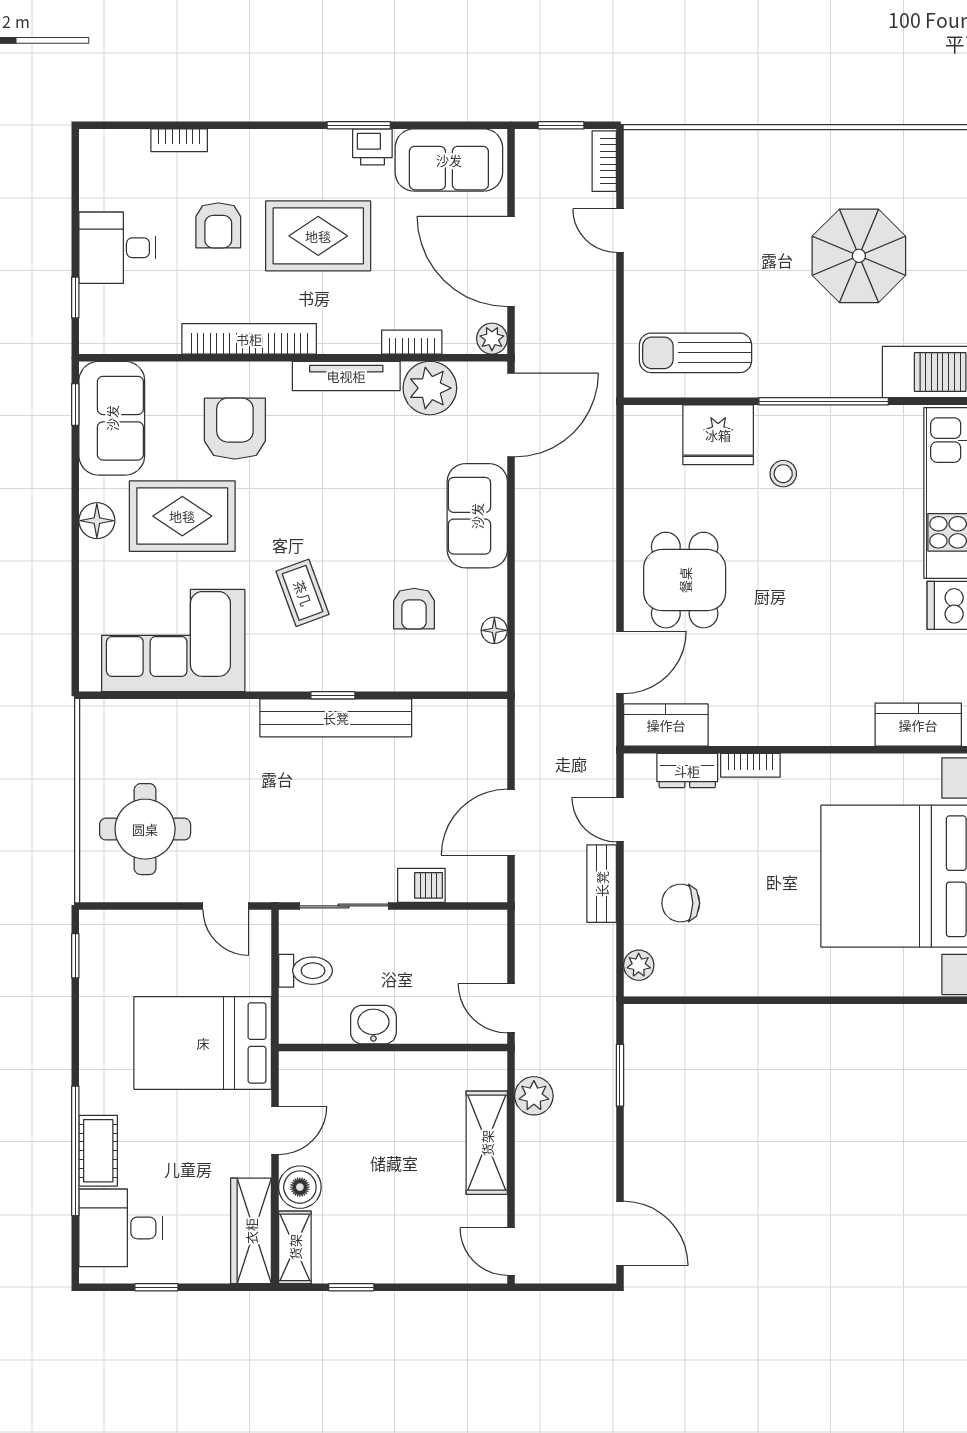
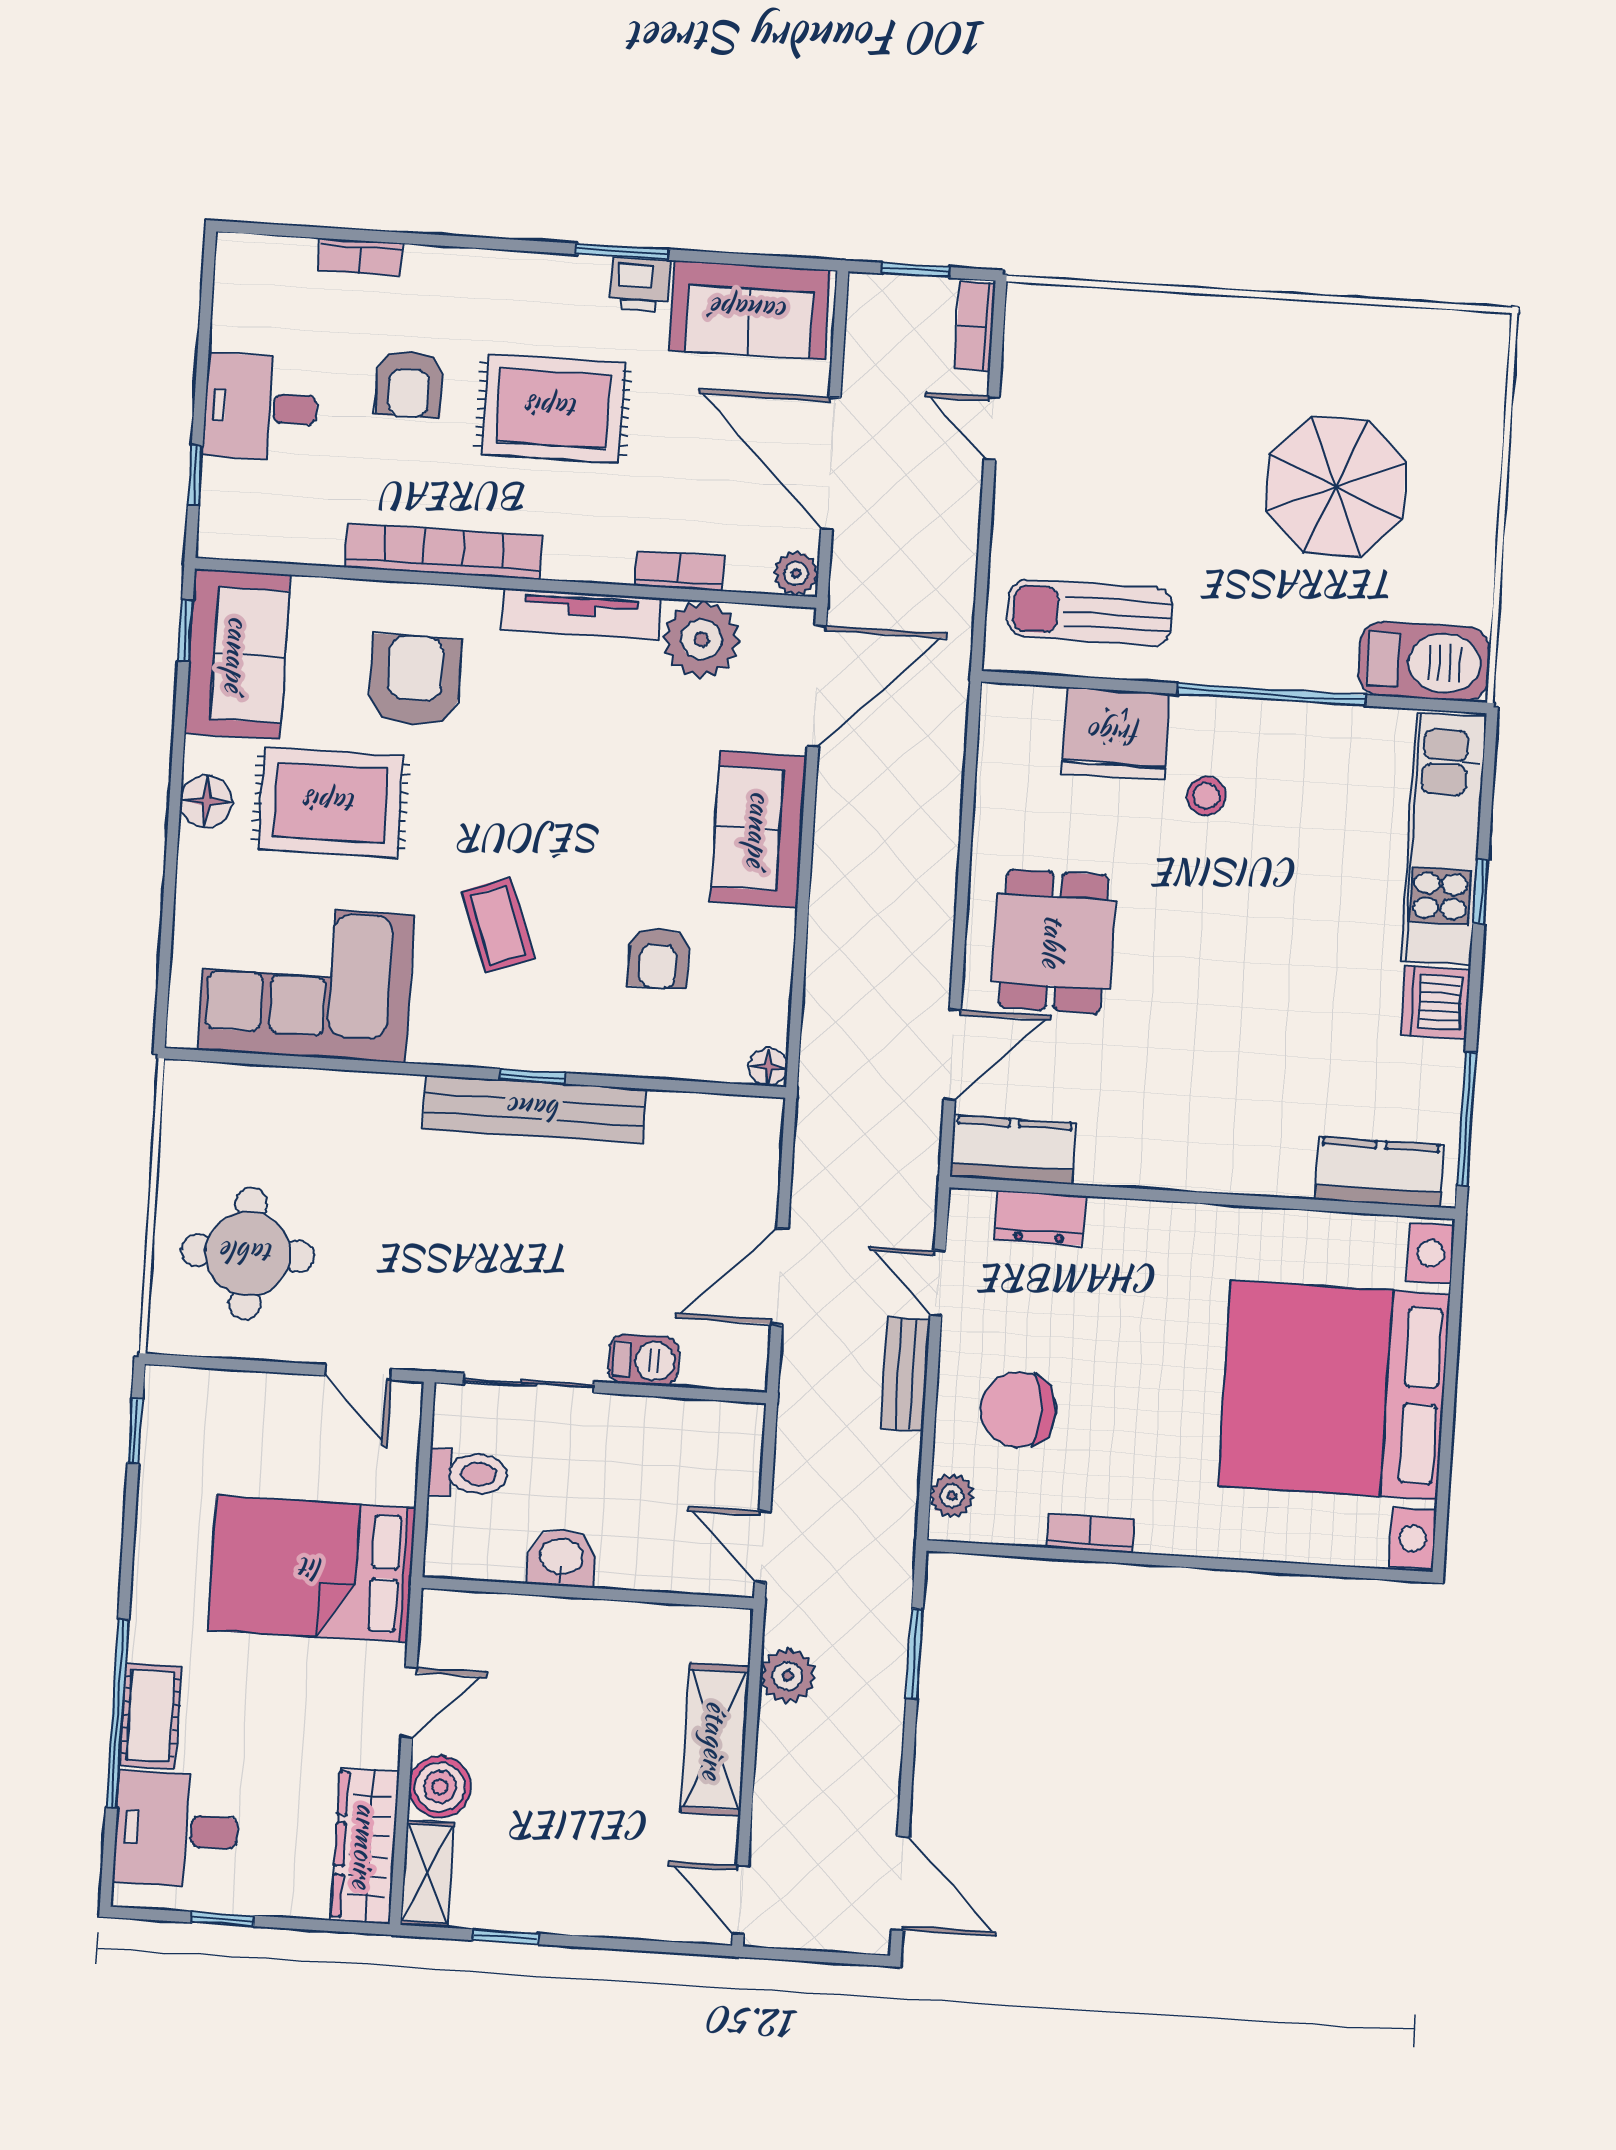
floor lamp: (494, 630) -> (768, 1067), moved
bookcase: (750, 765) -> (1091, 1533), moved, turned 180
chair: (681, 903) -> (1018, 1409), width x1.37, depth x1.37

